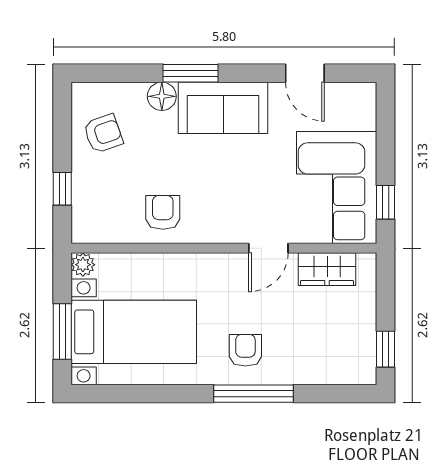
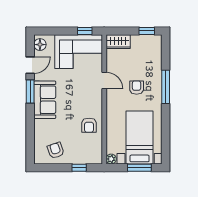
window: (190, 73) -> (30, 92), moved
floor lamp: (162, 96) -> (40, 45), moved
armchair: (163, 212) -> (89, 125), turned -90
wardrobe: (327, 269) -> (118, 42), moved, turned 90
armchair: (245, 350) -> (137, 88), moved, turned 90

